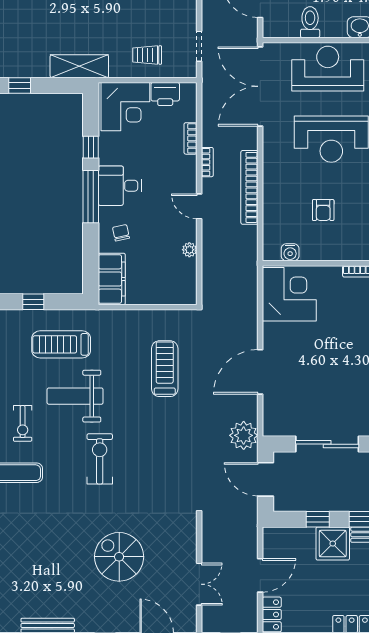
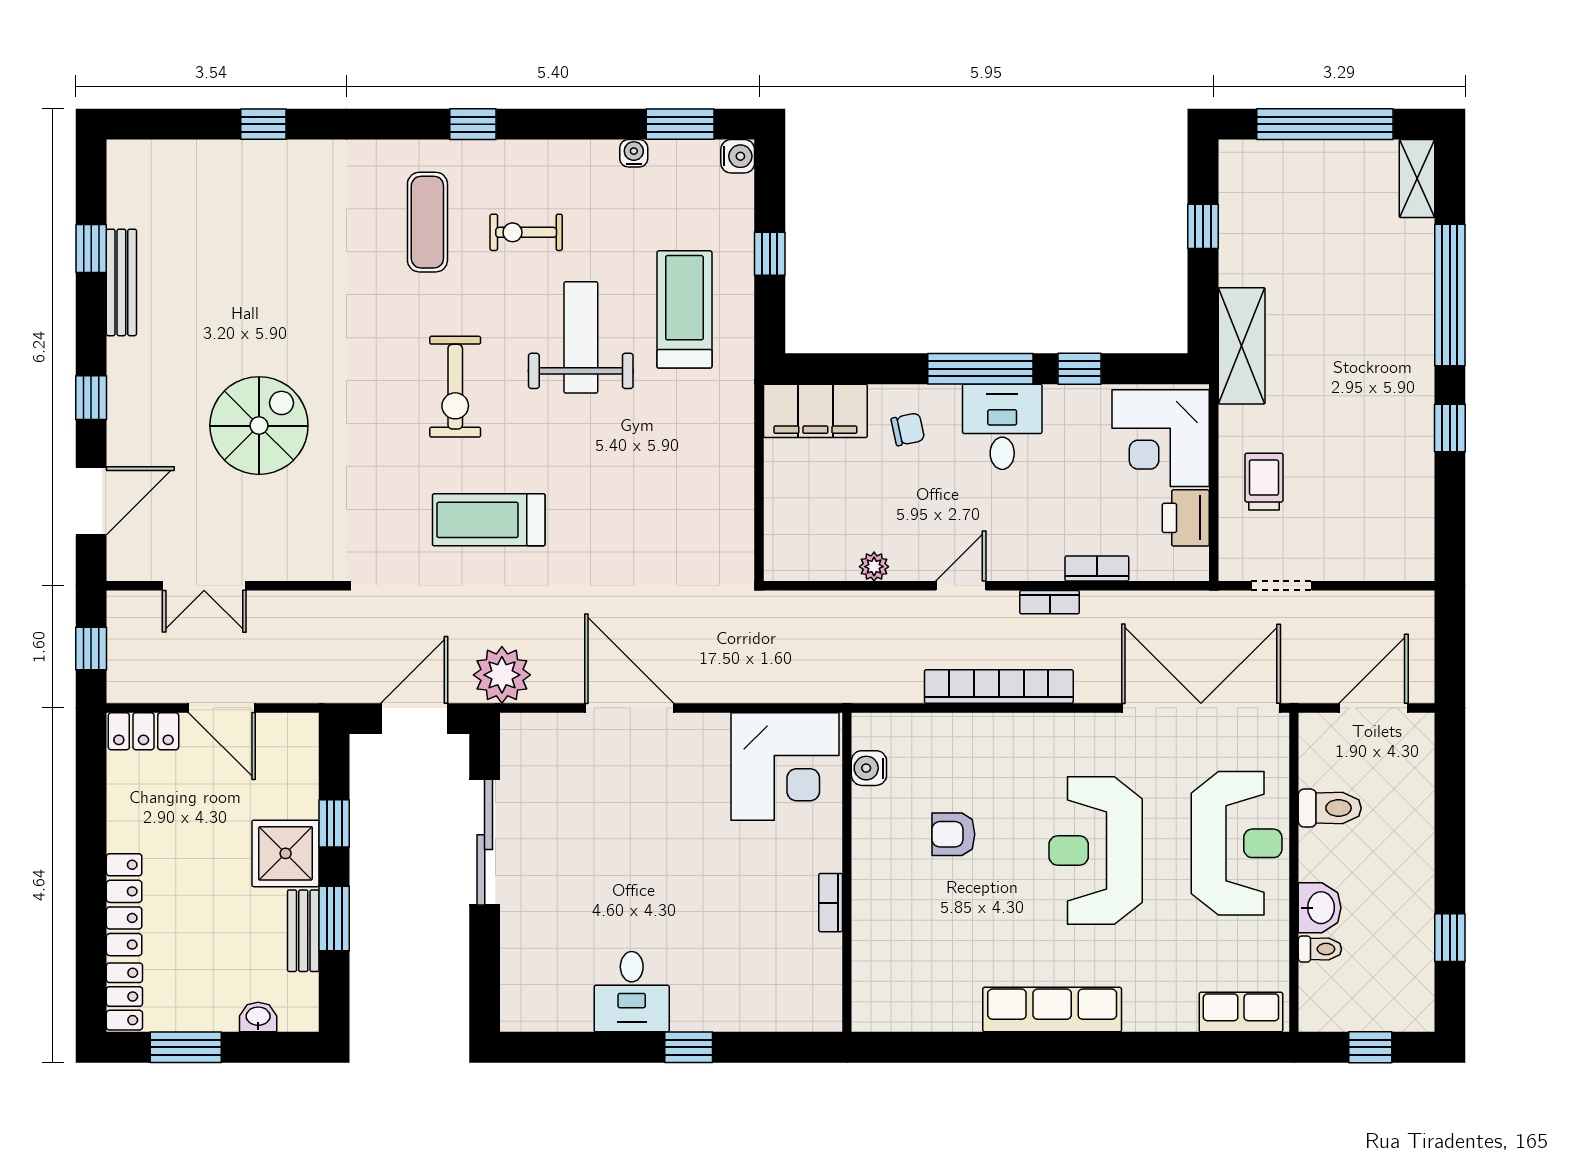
treadmill: (165, 369) -> (489, 520), moved, turned 180
exercise bike: (100, 459) -> (455, 387), turned 90

